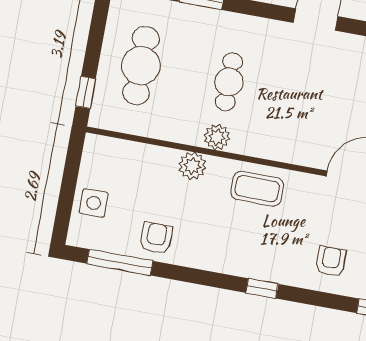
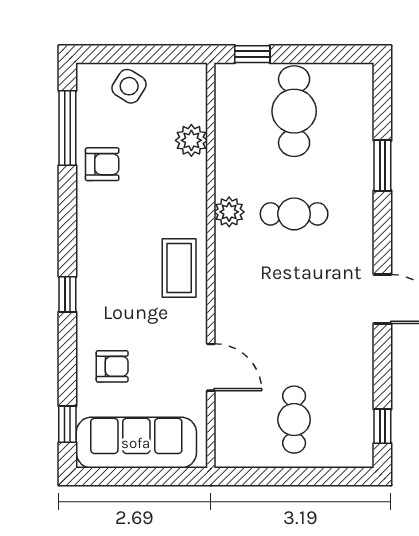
cafe table: (141, 66) -> (294, 111), turned 90
plant: (192, 166) -> (191, 140), moved
side table: (94, 203) -> (129, 86), turned 32

